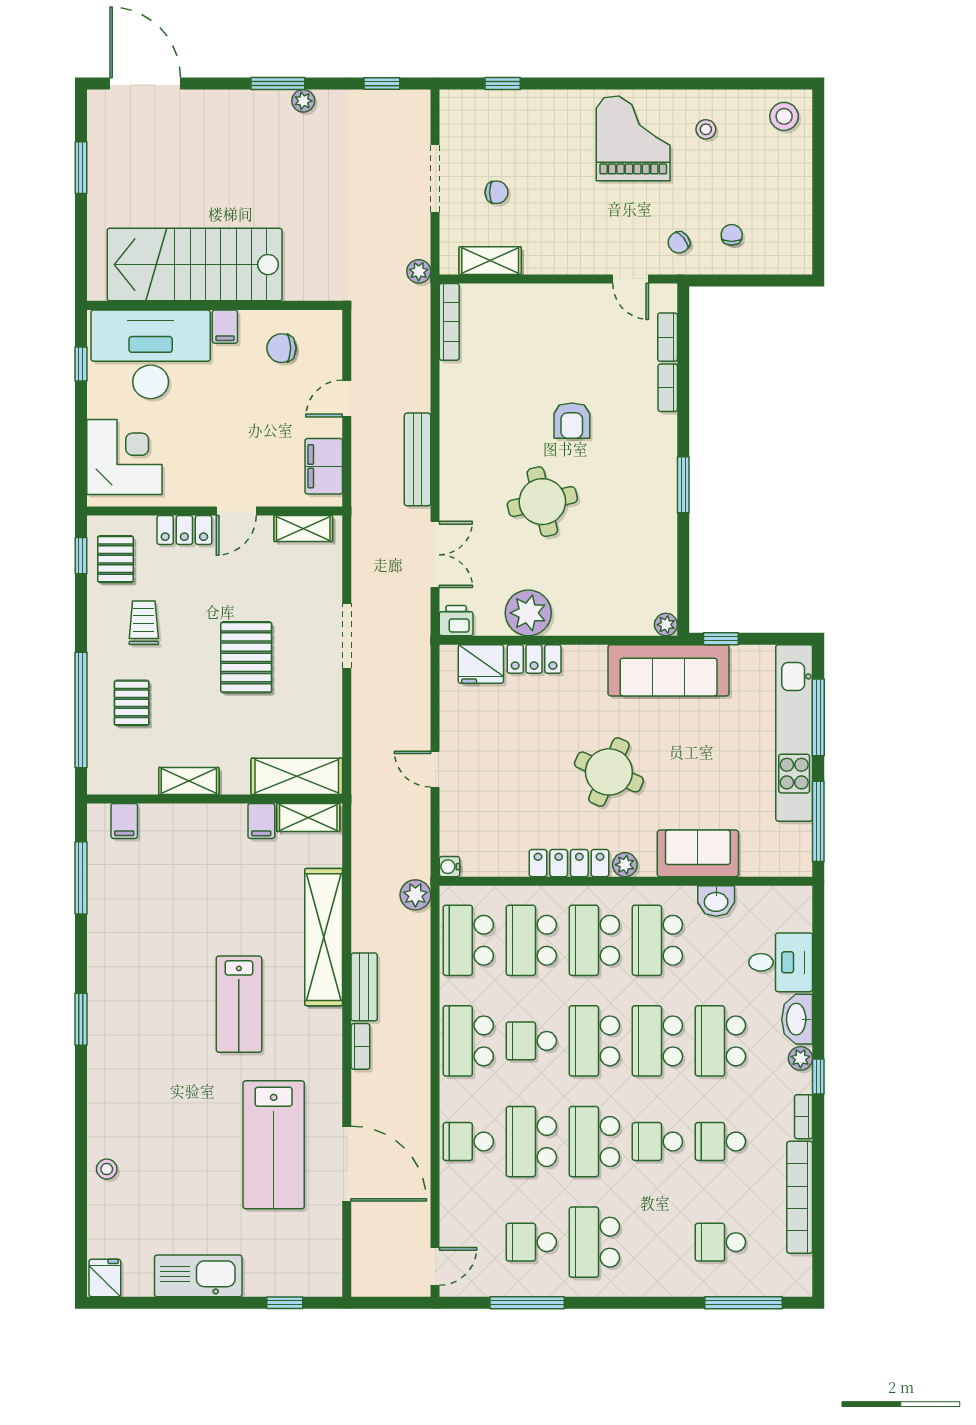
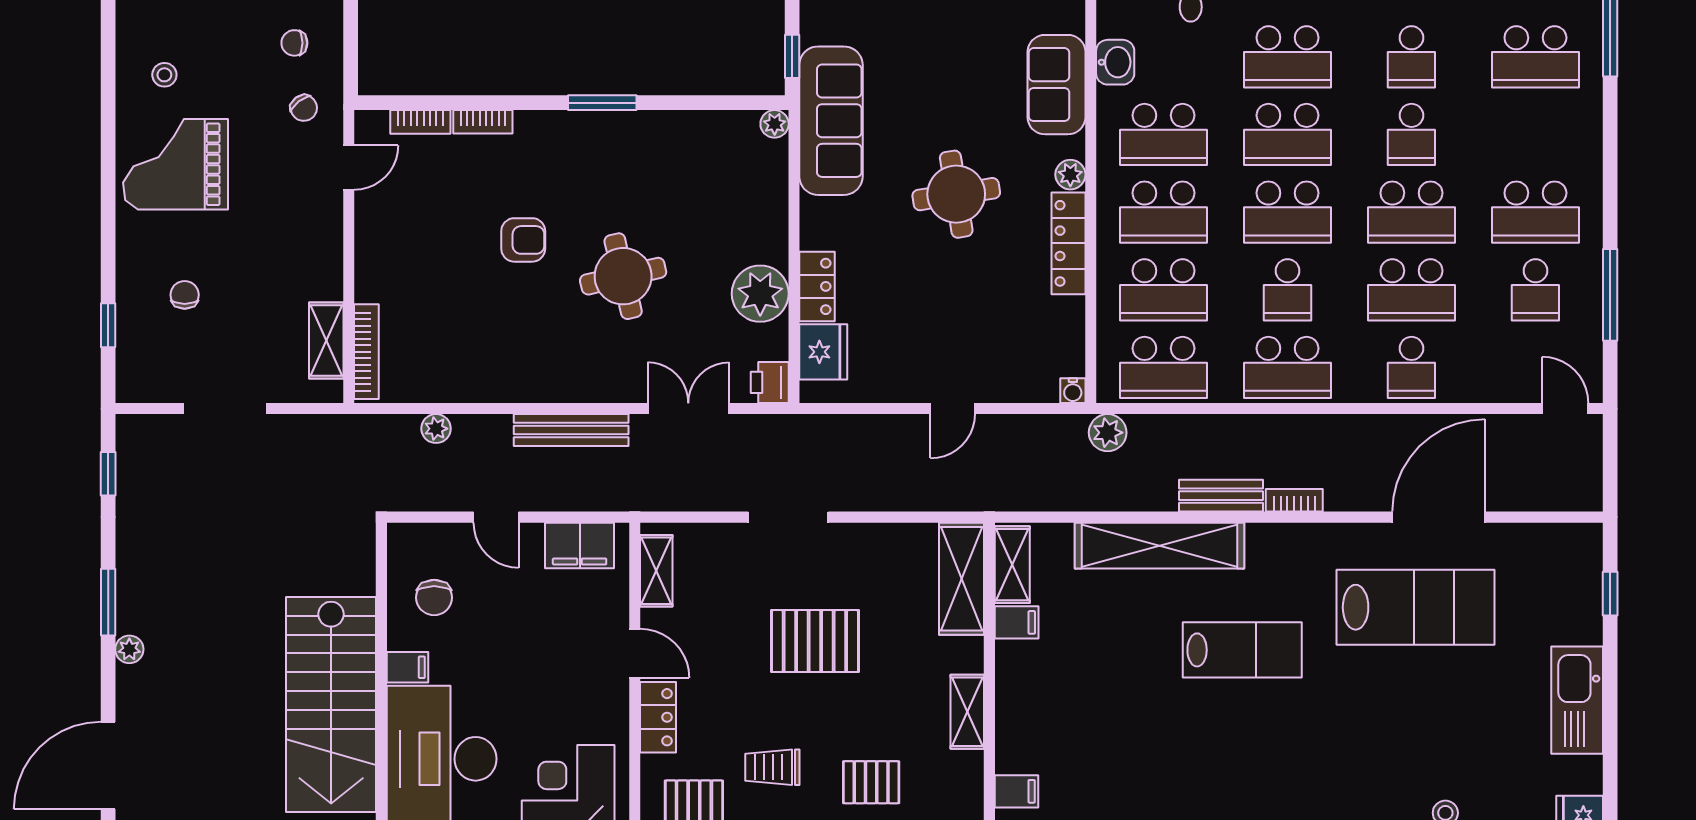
plant: (303, 101) -> (129, 649), moved
chair: (497, 192) -> (185, 295), moved
plant: (419, 271) -> (436, 429), moved
bookcase: (449, 322) -> (366, 352), moved, turned 90
round table: (609, 772) -> (956, 194), turned -32
school desk: (720, 1242) -> (1535, 57), width x1.85

